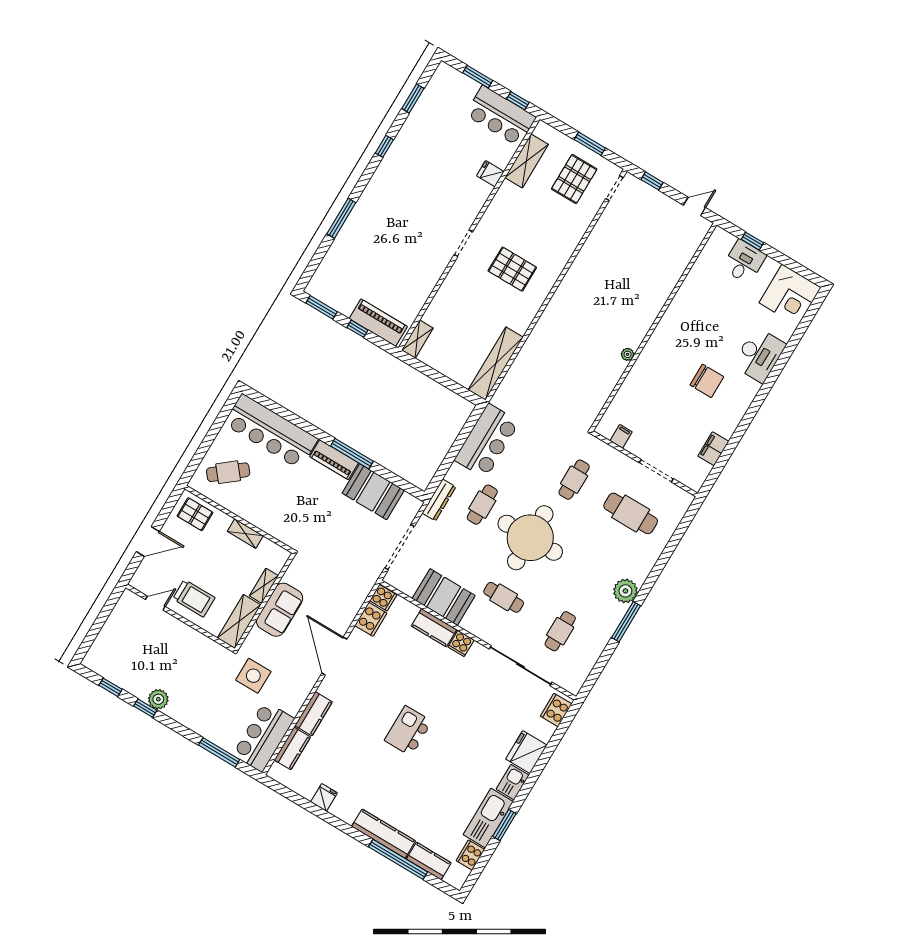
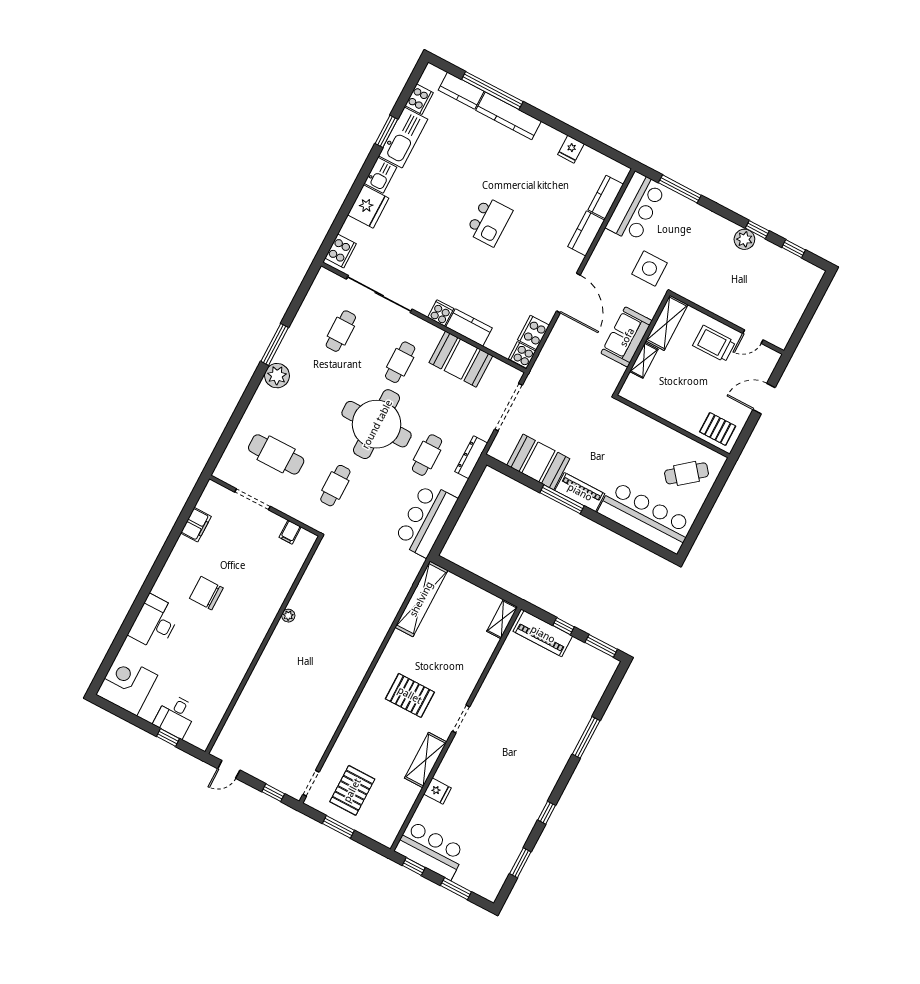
shelving: (527, 161) -> (426, 760), moved
shelving: (245, 534) -> (666, 412), removed
cafe table: (504, 597) -> (400, 362), turned 90

